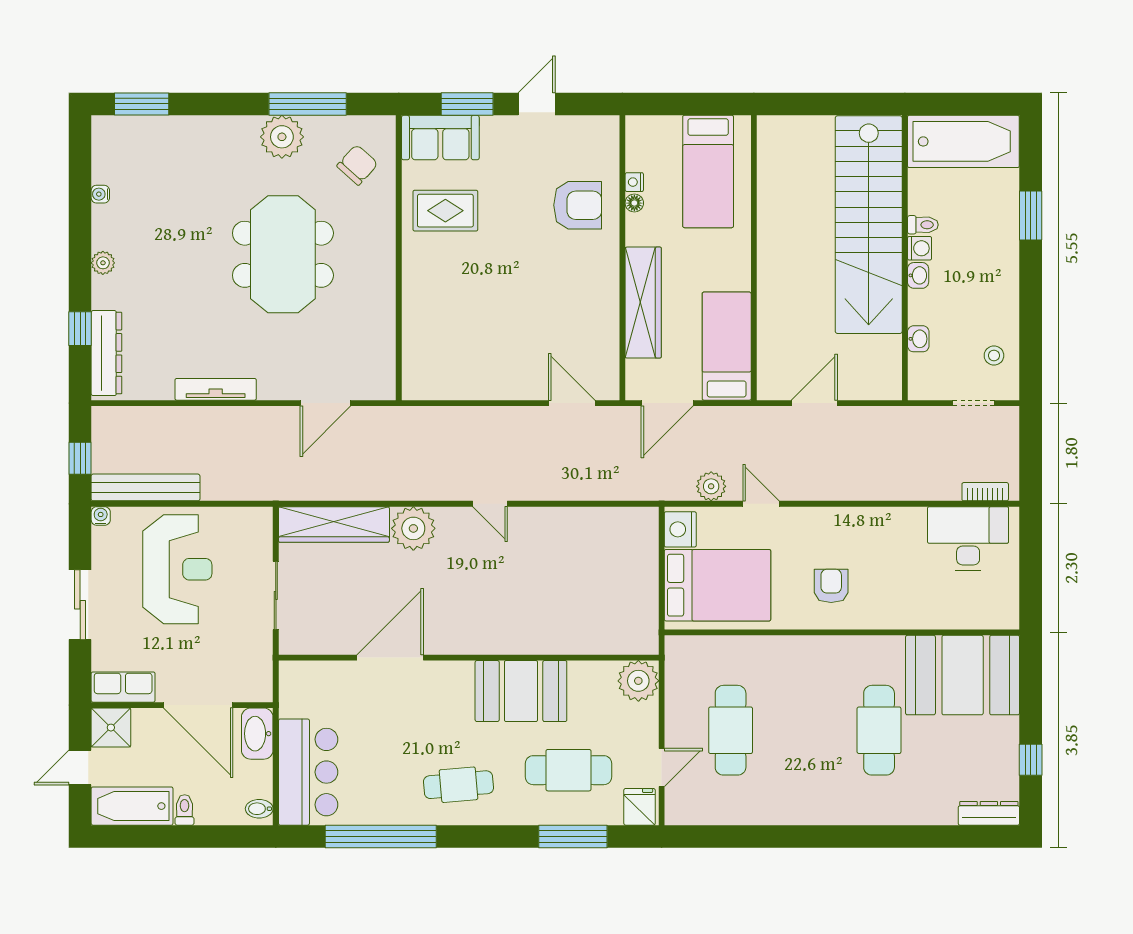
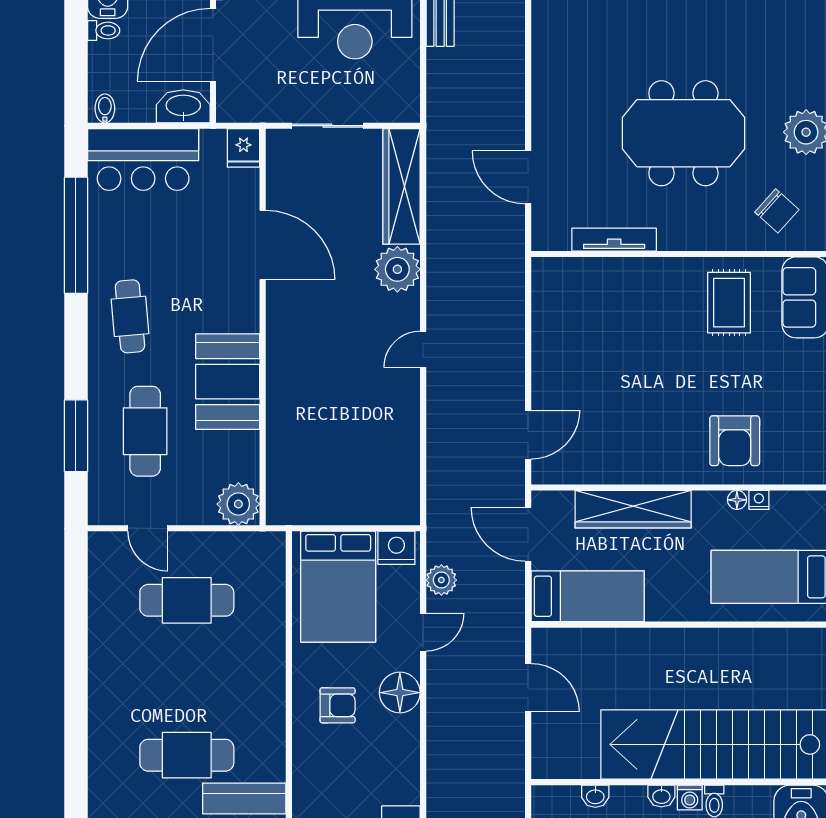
tv unit: (216, 389) -> (614, 240), moved, turned -90
floor lamp: (819, 526) -> (400, 693), added
fridge: (639, 807) -> (244, 148), moved, turned 90

